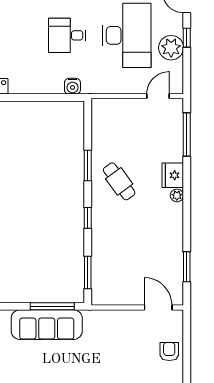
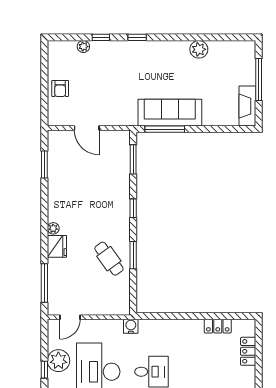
water cooler: (72, 86) -> (131, 326), moved
cafe table: (119, 181) -> (109, 259), moved
door: (158, 308) -> (87, 128), moved

